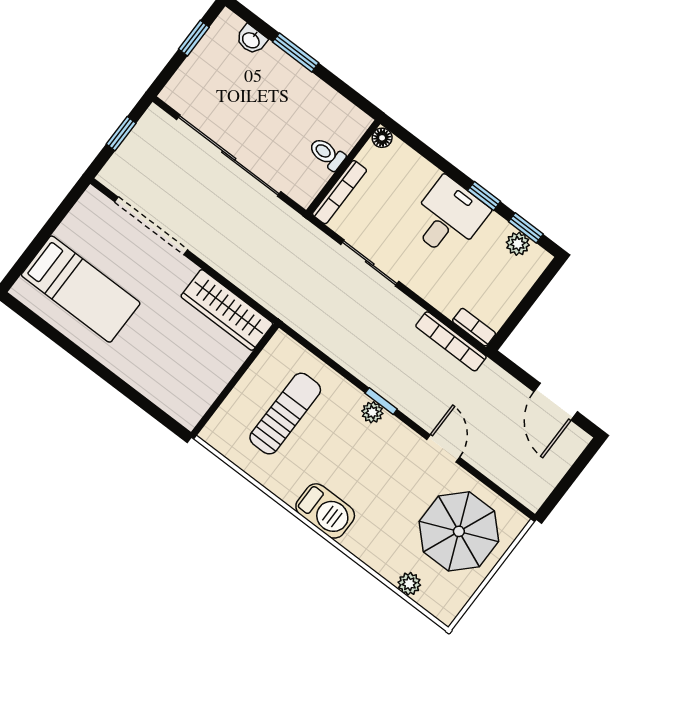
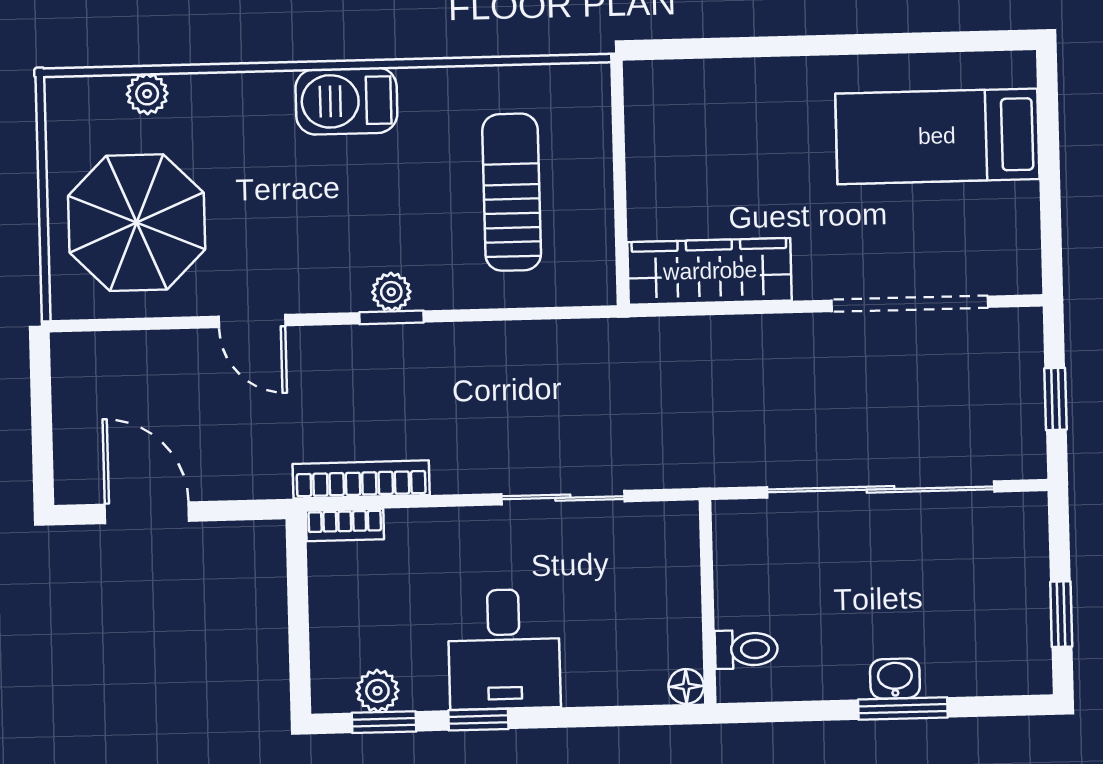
washbasin: (251, 40) -> (895, 679), moved
toilet: (327, 154) -> (746, 649), moved
bookcase: (339, 192) -> (685, 563), removed
sun lounger: (285, 414) -> (512, 192), turned 180

